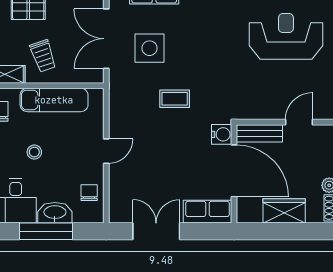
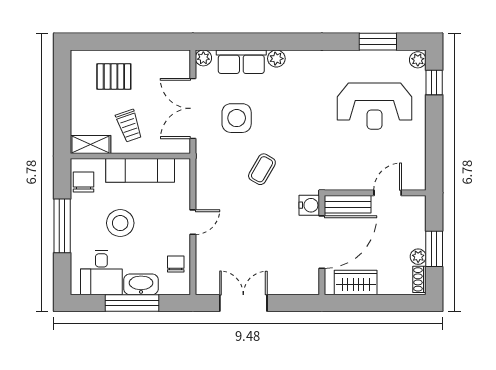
reception desk: (286, 36) -> (374, 106), turned 180
coffee table: (175, 99) -> (262, 169), turned -60
stool: (34, 152) -> (120, 223), width x1.89, depth x1.89
door: (234, 171) -> (322, 242), hinge flipped
wardrobe: (284, 211) -> (356, 283), moved
row of seats: (207, 212) -> (295, 283), removed

